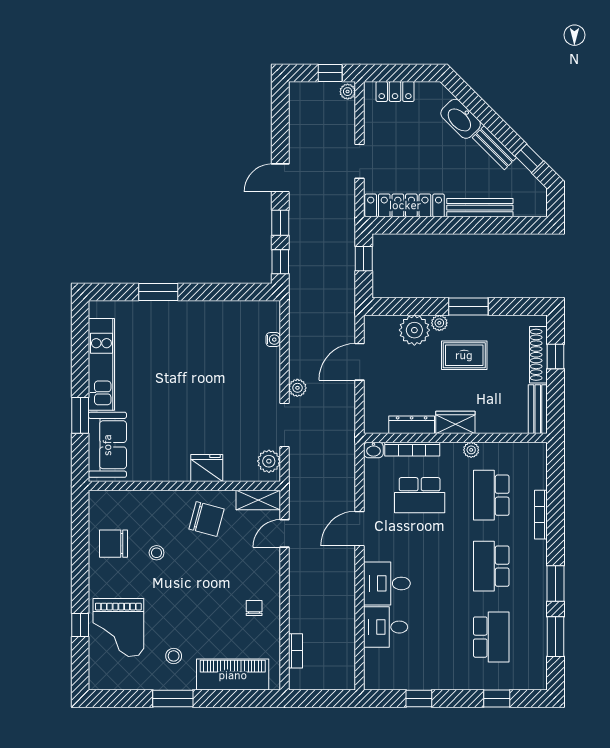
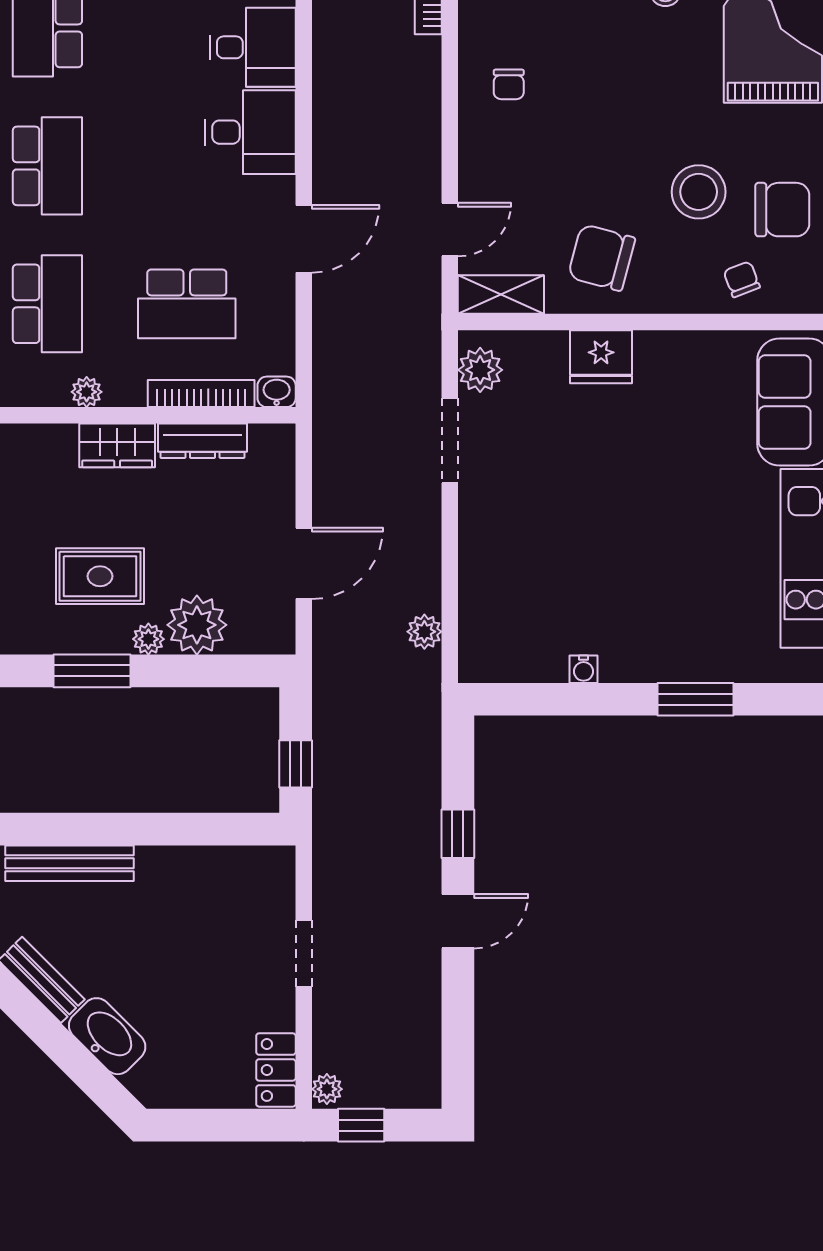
locker: (395, 91) -> (276, 1070), moved, turned -90
locker: (405, 205) -> (216, 868), removed
window: (280, 262) -> (458, 758), removed
water cooler: (273, 340) -> (584, 669), moved, turned -90
plant: (297, 388) -> (424, 632), moved
school desk: (420, 495) -> (187, 304), turned 180
chair: (134, 508) -> (742, 279), added
stool: (157, 553) -> (699, 192), width x1.89, depth x1.89

